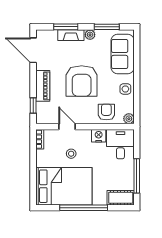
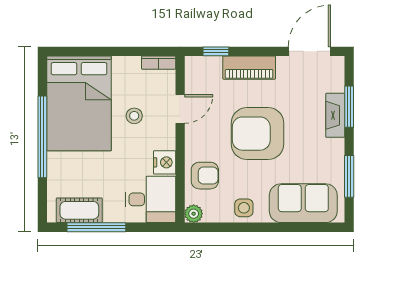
plant: (90, 35) -> (336, 148), removed
cot: (121, 198) -> (79, 210), moved, turned 90

